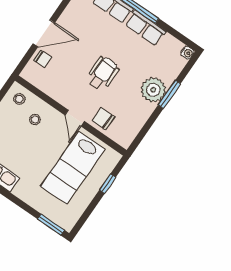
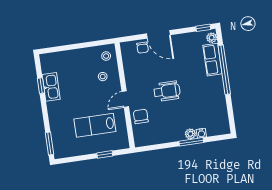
row of seats: (146, 28) -> (217, 91), removed
water cooler: (187, 53) -> (201, 133), moved
plant: (153, 90) -> (190, 134), width x0.53, depth x0.53
lab bench: (73, 168) -> (95, 125), width x0.73, depth x0.72

